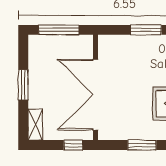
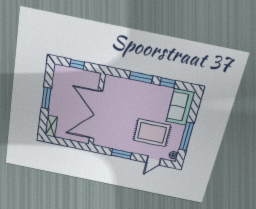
window: (59, 30) -> (77, 64), width x0.46
window: (73, 145) -> (75, 145), removed

